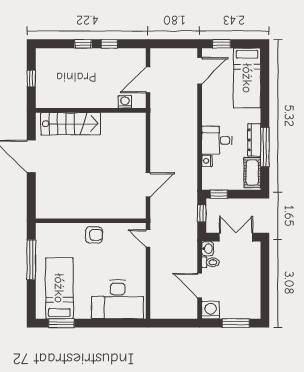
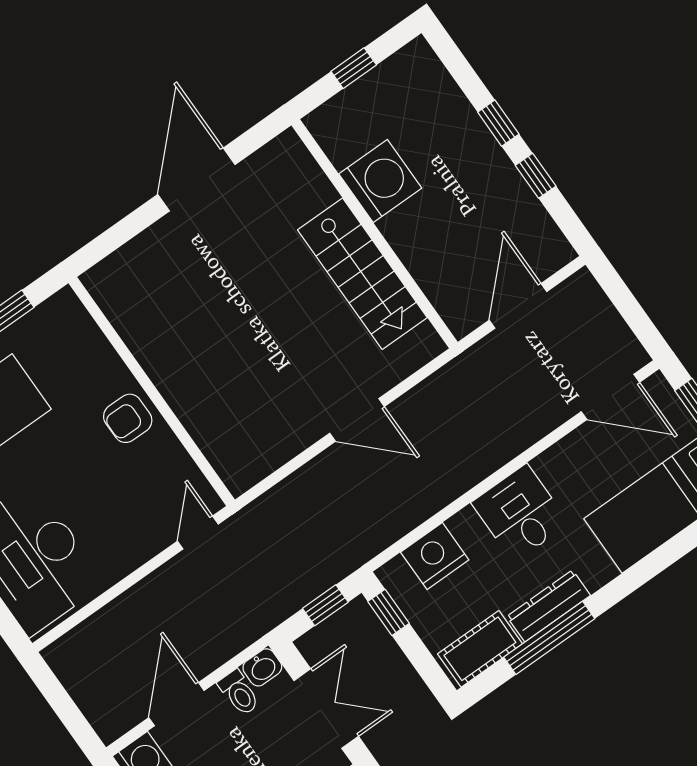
door: (148, 80) -> (518, 306), hinge flipped
washing machine: (125, 102) -> (380, 181), moved, width x1.89, depth x1.89
stairs: (71, 124) -> (362, 274), moved
desk: (217, 140) -> (520, 513), moved
nightstand: (207, 161) -> (435, 556), width x1.89, depth x1.79
door: (148, 185) -> (357, 420), moved
armchair: (94, 235) -> (128, 418), turned 90

